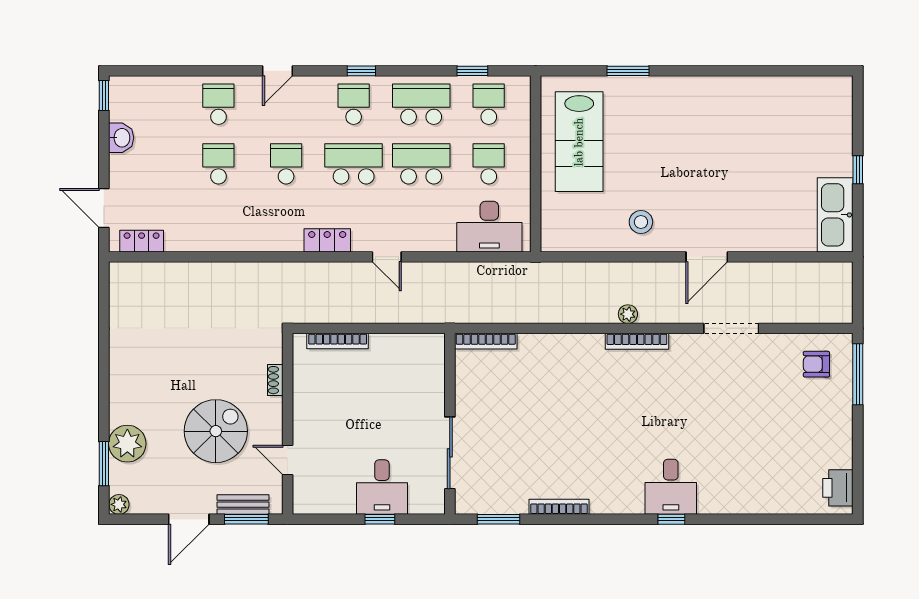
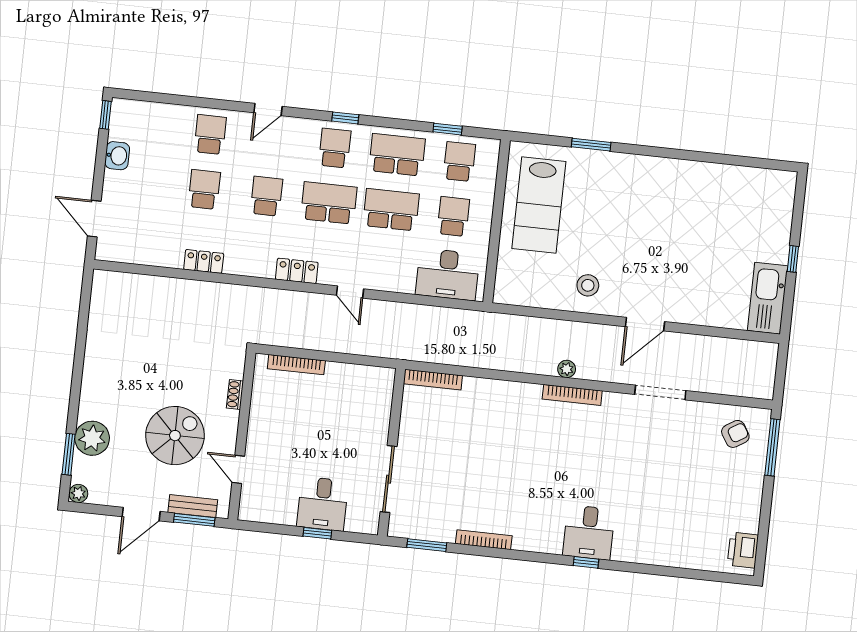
locker: (142, 241) -> (204, 261), moved
armchair: (816, 364) -> (735, 434), turned 148

